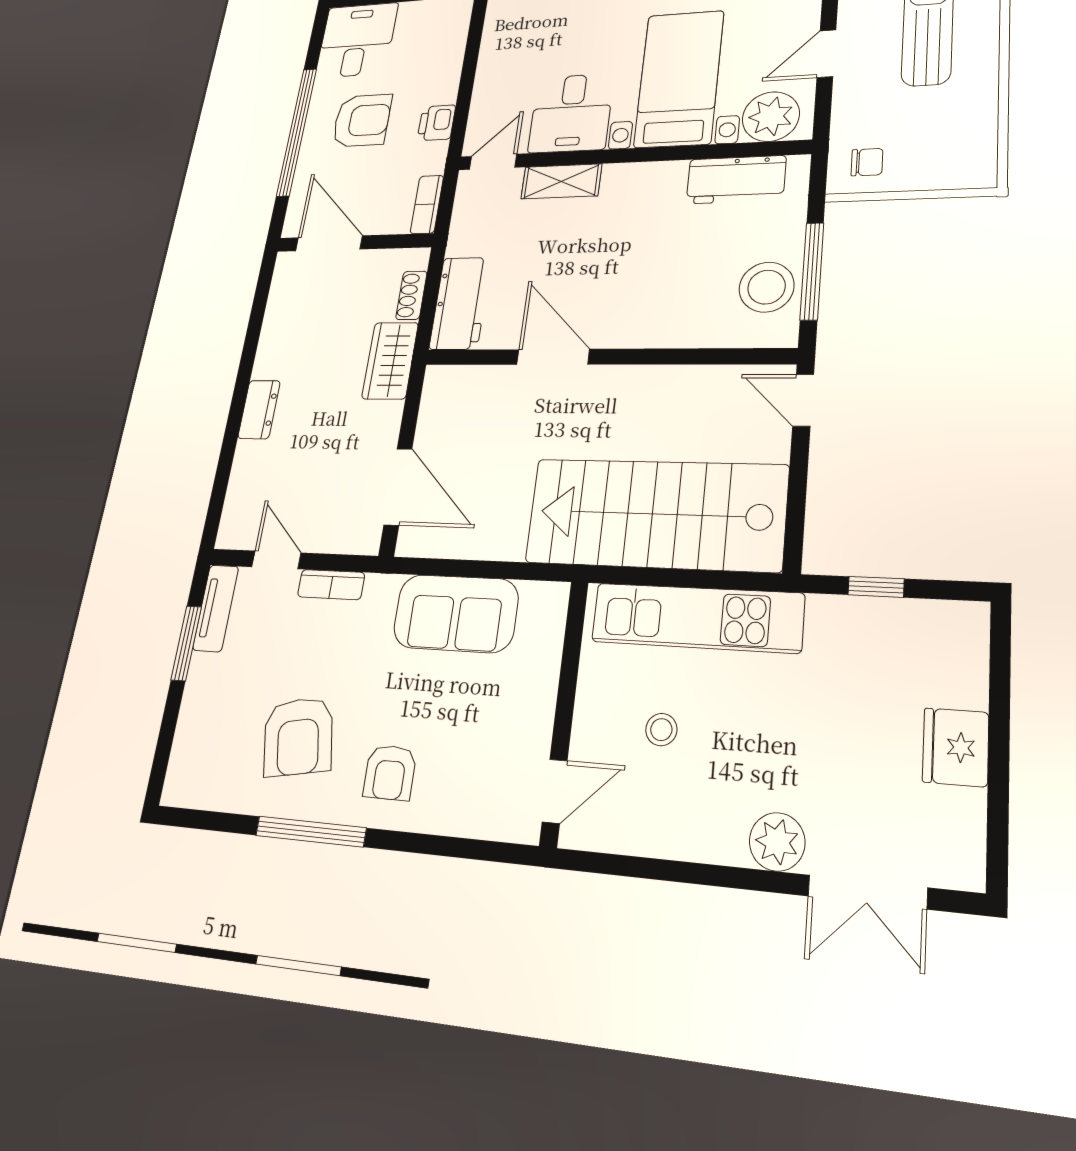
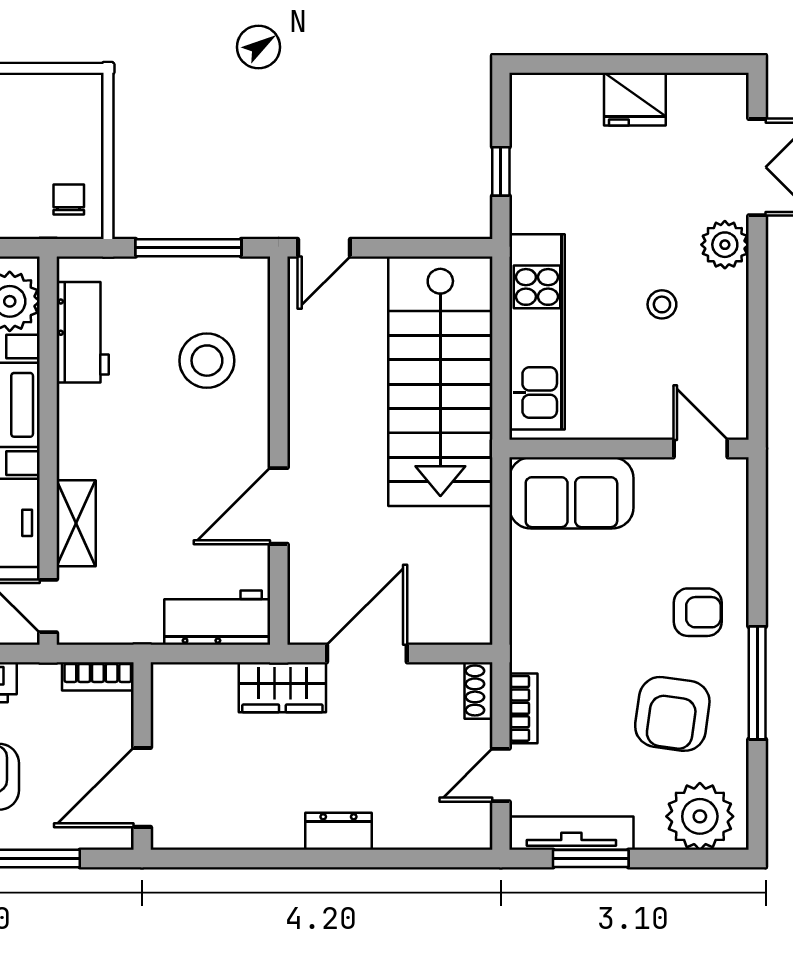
stool: (767, 287) -> (207, 361), moved
shoe rack: (411, 295) -> (479, 690), moved, turned 90
door: (398, 487) -> (367, 653), moved
tv unit: (216, 608) -> (571, 833), width x1.41
sofa: (456, 613) -> (571, 493), moved, turned 90
stool: (661, 730) -> (662, 304), moved
armchair: (298, 736) -> (672, 714), turned 108
plant: (200, 757) -> (700, 816), added

